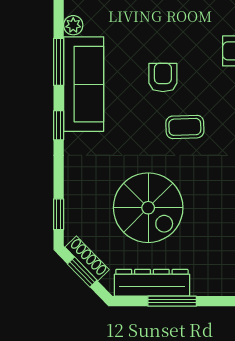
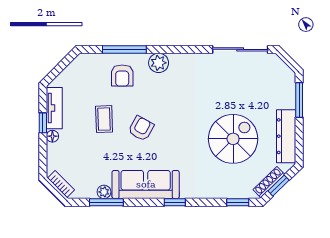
window: (59, 62) -> (106, 202), moved
armchair: (163, 78) -> (141, 128), turned 119
coffee table: (185, 127) -> (104, 119), moved
window: (172, 301) -> (299, 100), moved

